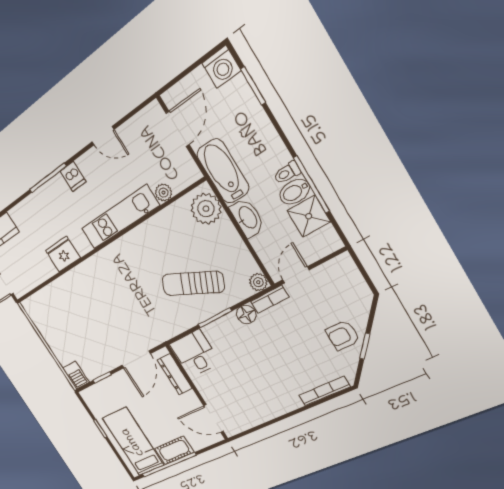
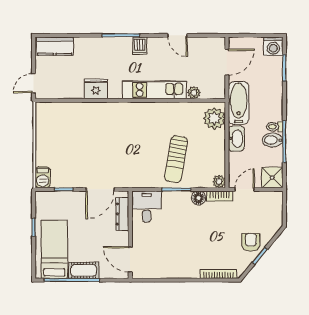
shower: (309, 216) -> (272, 177), moved
sun lounger: (193, 283) -> (176, 159), turned -105
armchair: (343, 335) -> (251, 242), turned 90

